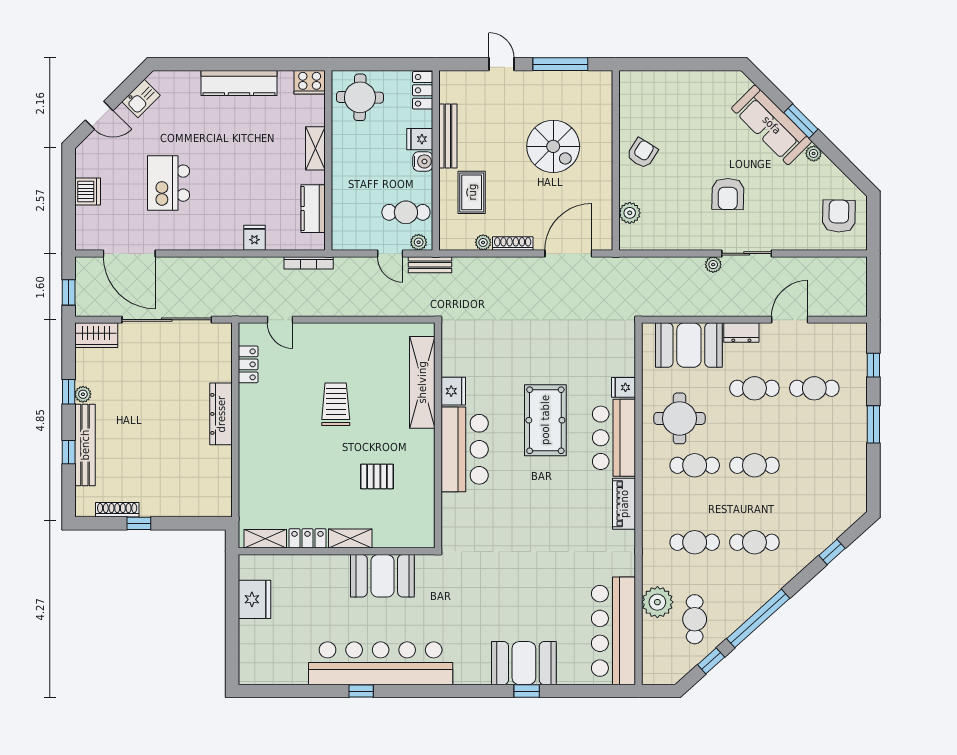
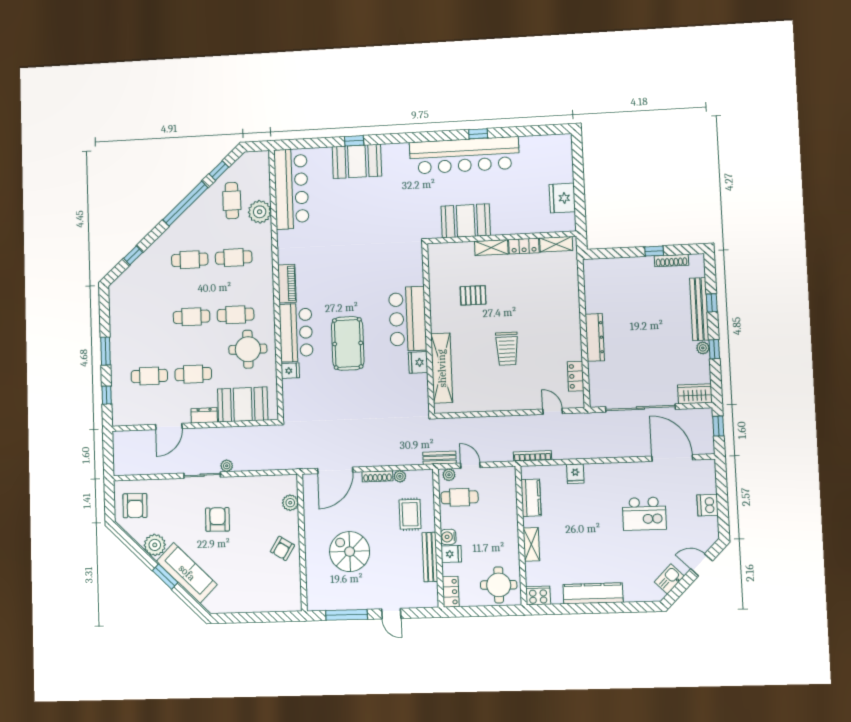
plant: (814, 153) -> (155, 545), width x1.87, depth x1.87
kitchen island: (169, 183) -> (644, 514), turned 90

